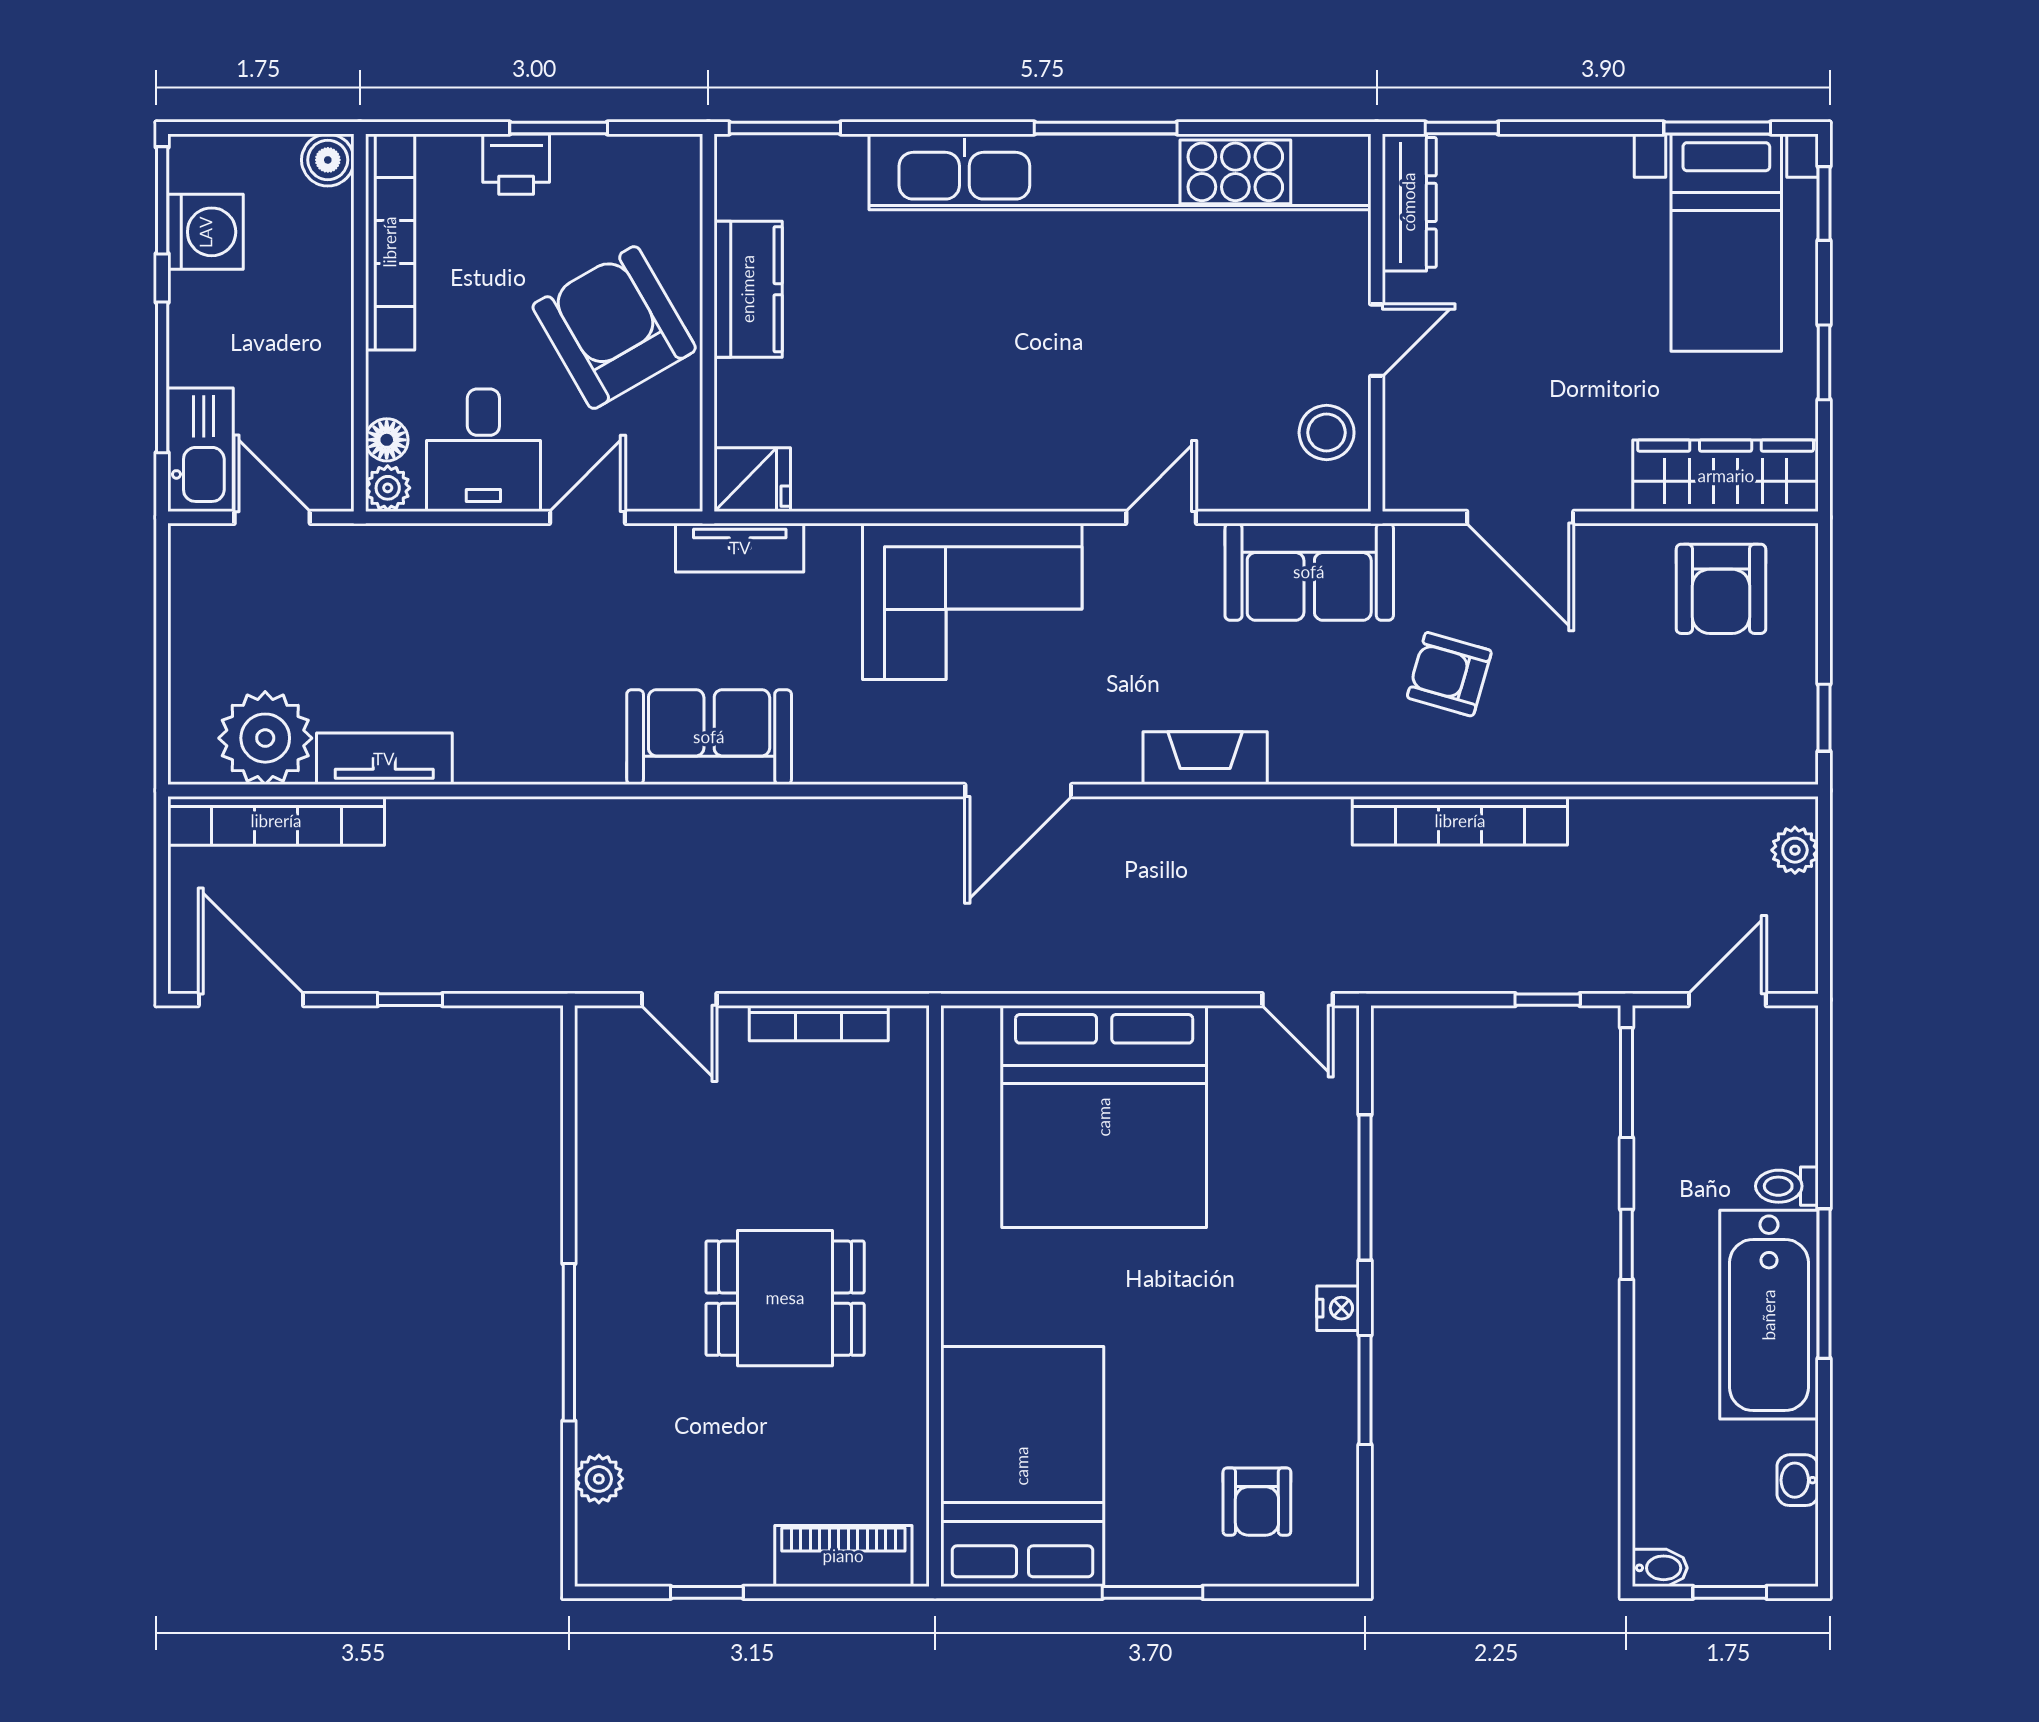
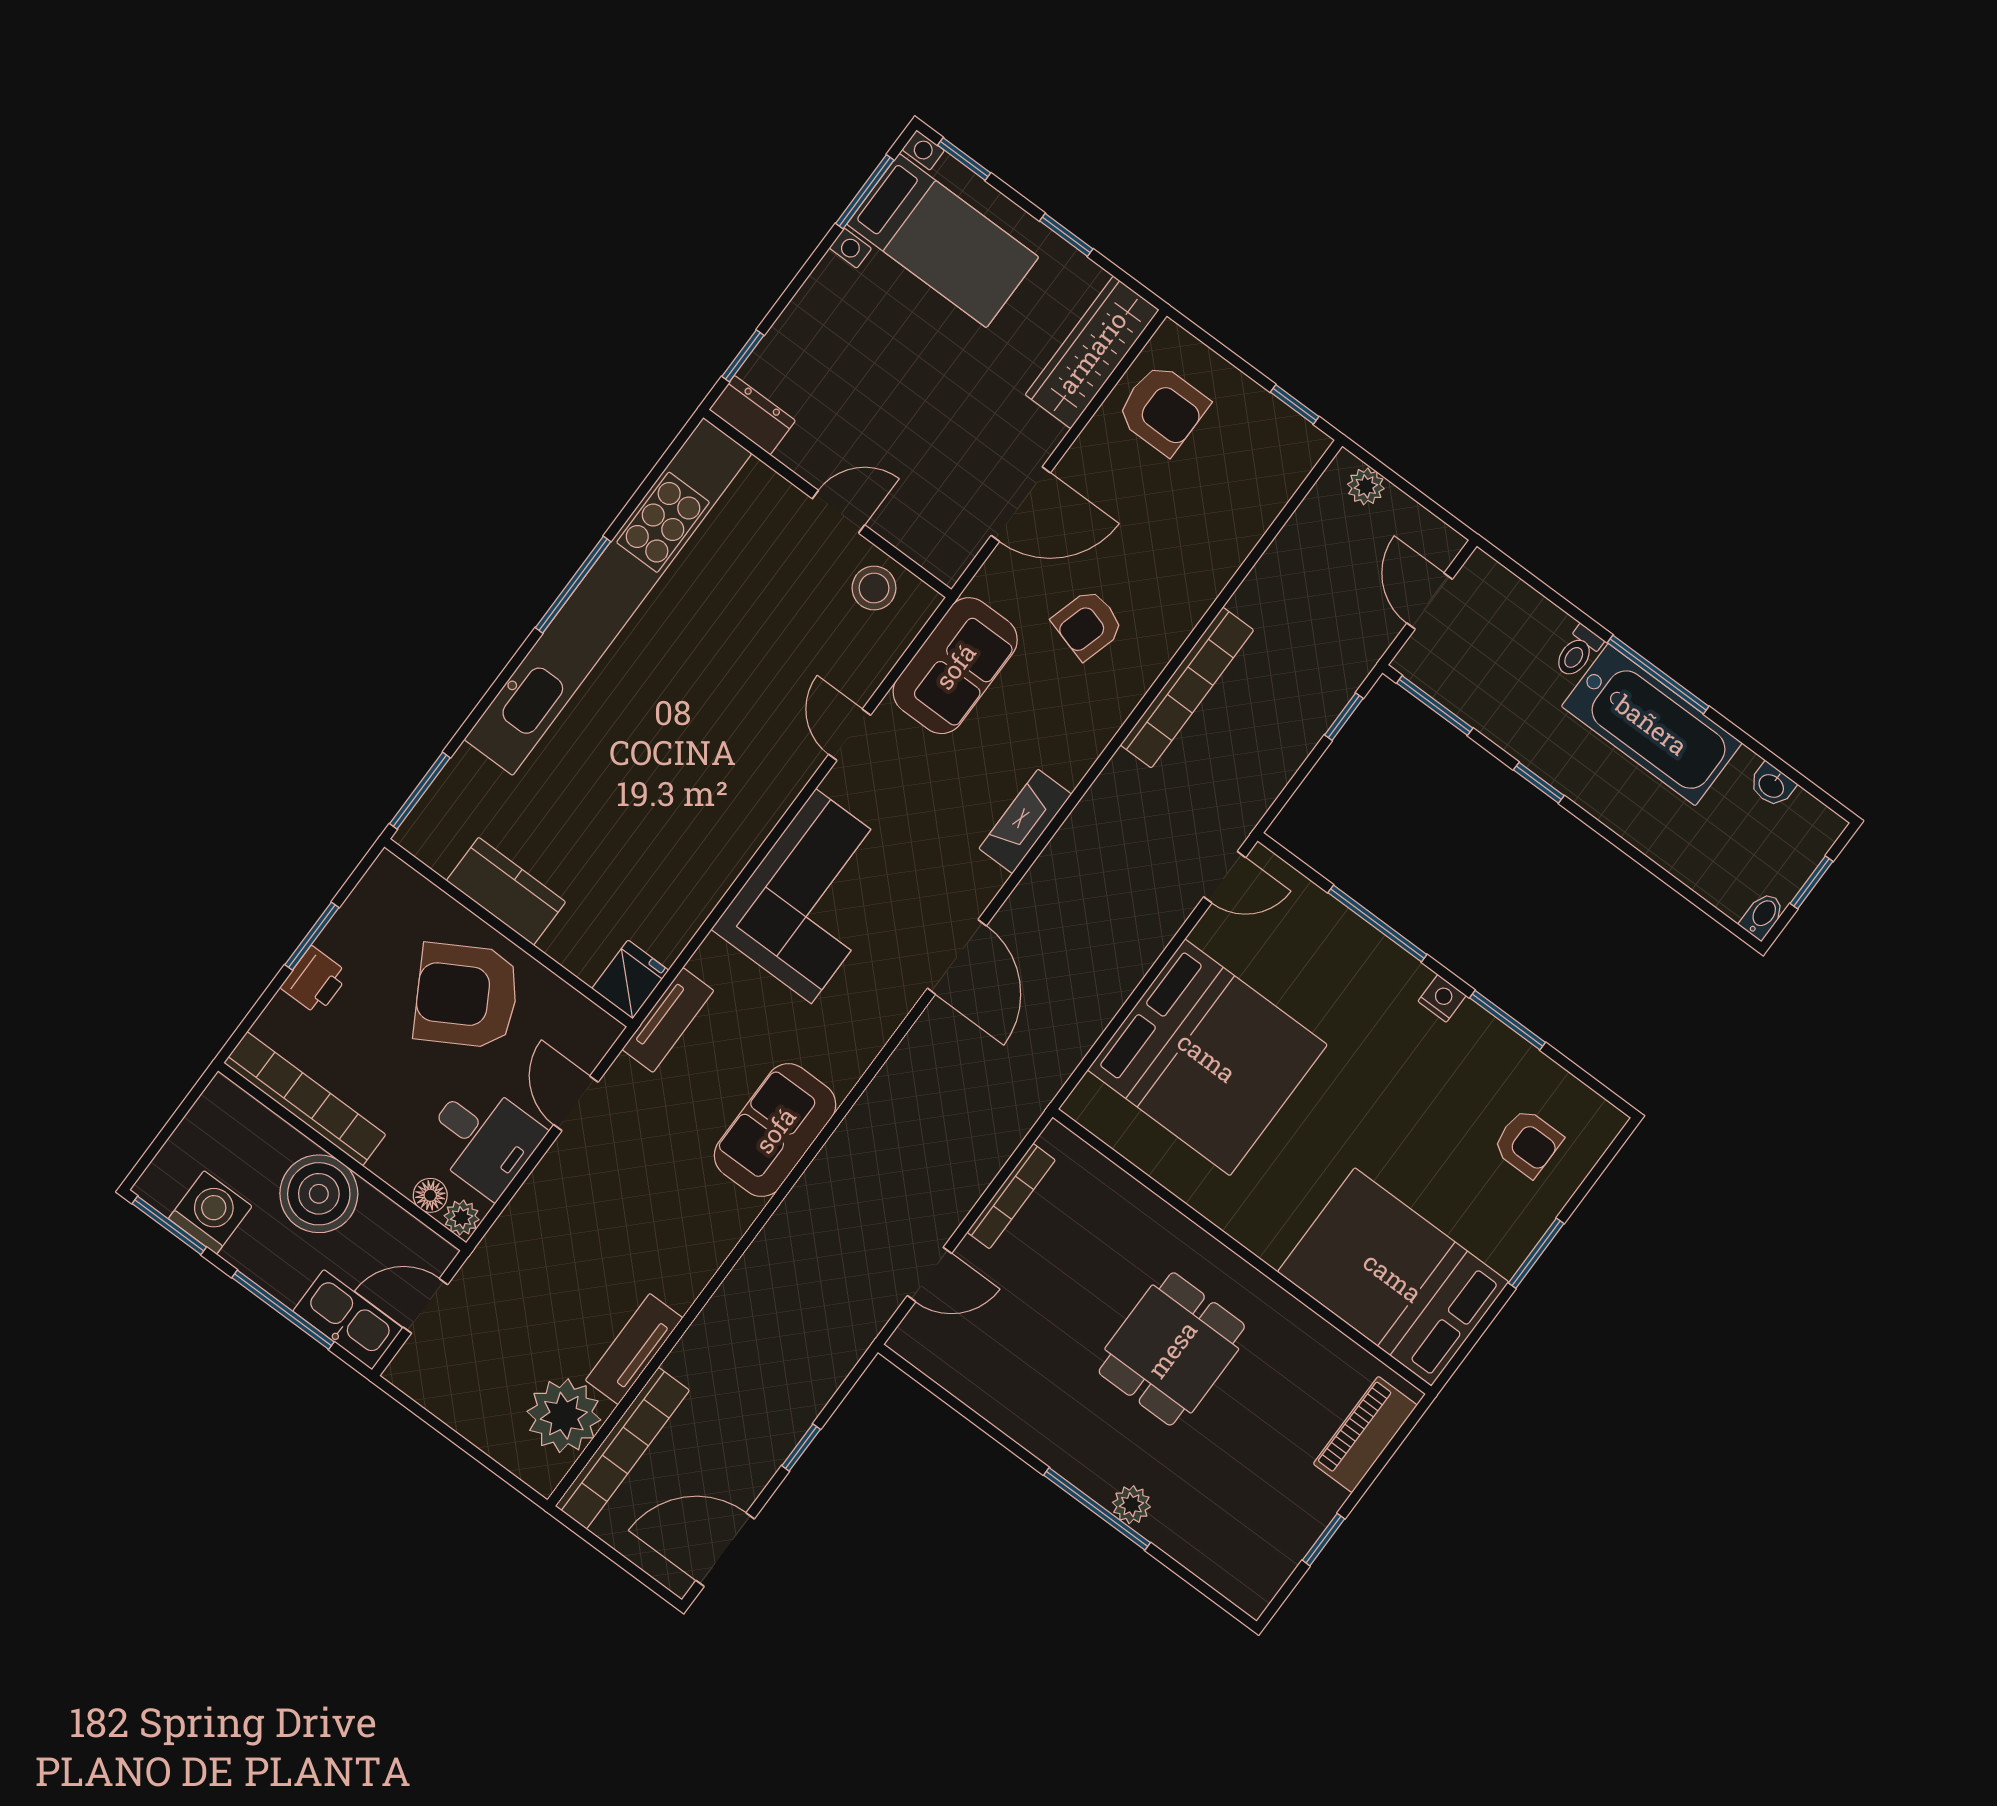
boiler: (328, 160) -> (319, 1194), moved, width x1.86, depth x1.86
dresser: (1409, 202) -> (752, 415), width x0.70
door: (1377, 340) -> (839, 512), hinge flipped
plant: (599, 1479) -> (1131, 1505), moved

